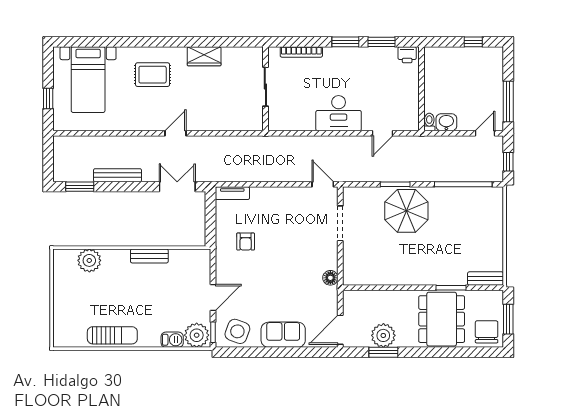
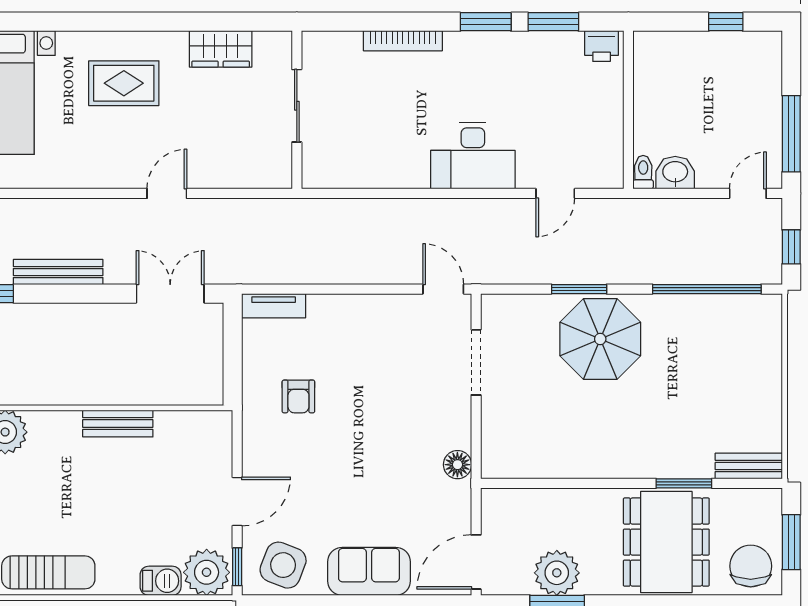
sliding door: (265, 87) -> (297, 106), moved
wall: (265, 89) -> (297, 110), moved

